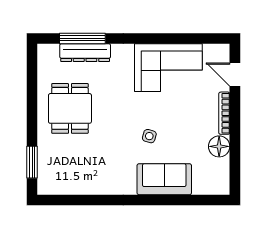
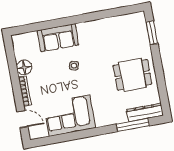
dresser: (85, 53) -> (145, 113), moved
dining table: (70, 108) -> (132, 75), turned 90

